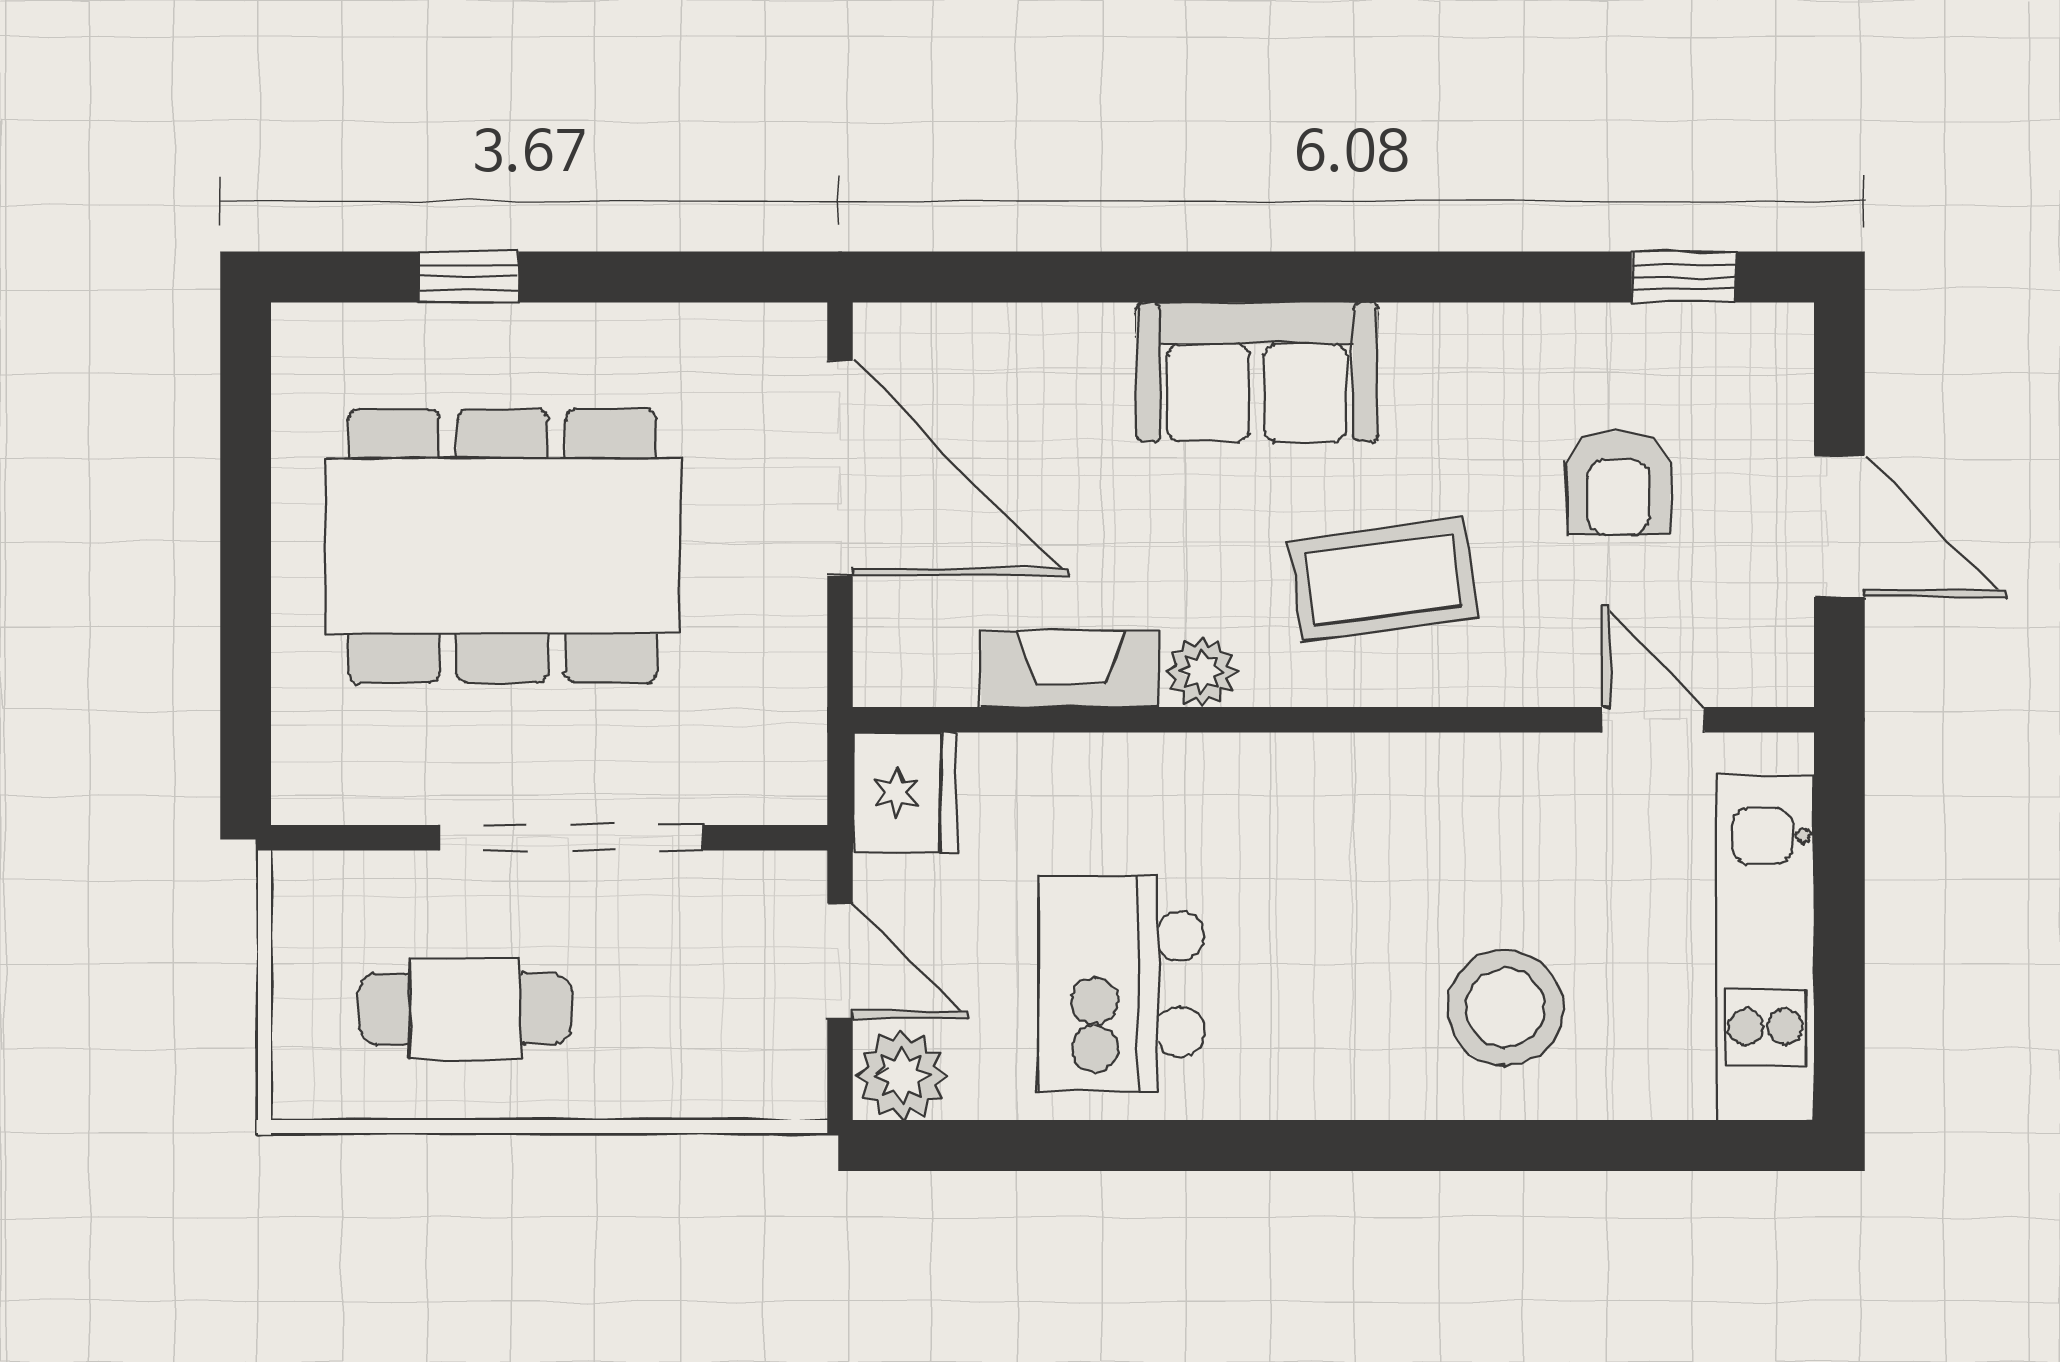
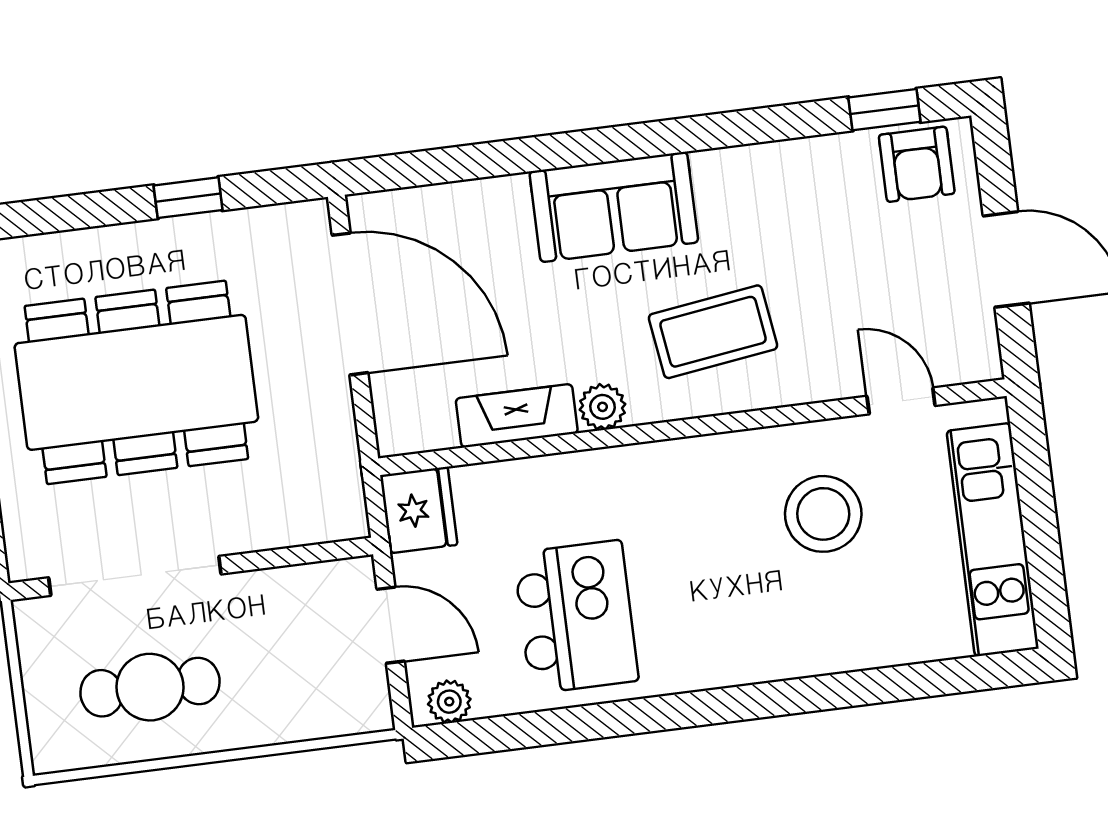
window: (469, 277) -> (188, 198), moved
armchair: (1618, 483) -> (917, 164), moved
doorway: (571, 838) -> (135, 576), moved
kitchen island: (1122, 984) -> (576, 617), turned 180
stool: (1505, 1008) -> (823, 514), moved
plant: (902, 1075) -> (449, 702), width x0.73, depth x0.73

